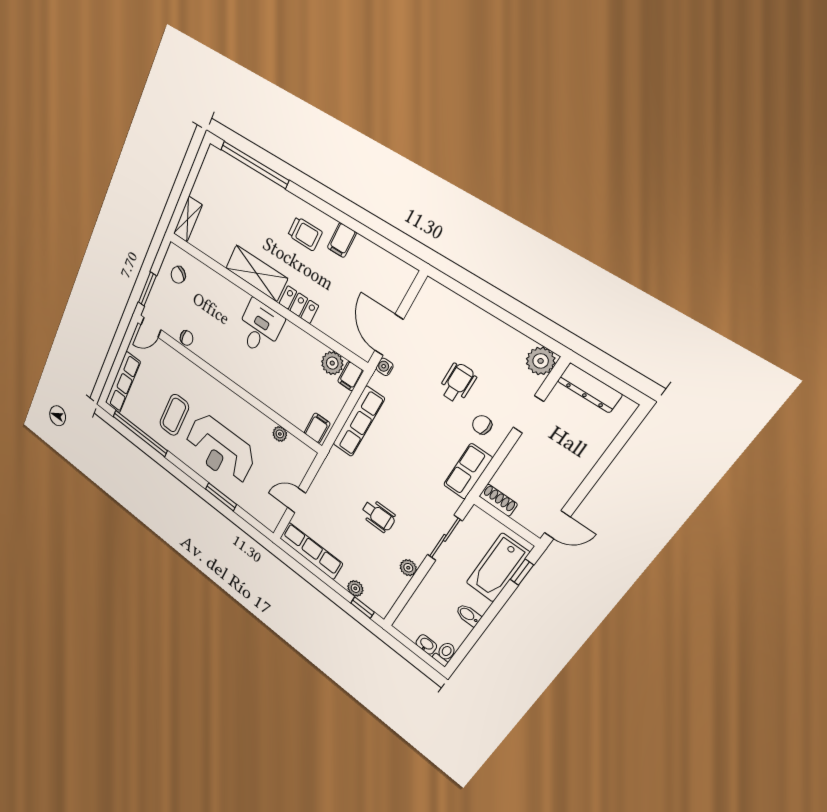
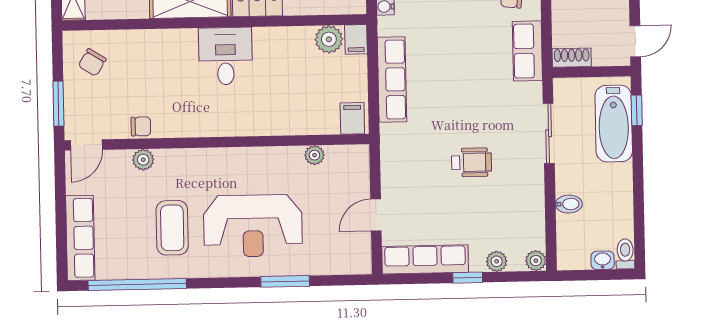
plant: (178, 360) -> (143, 160), added
plant: (408, 568) -> (536, 261), moved
window: (362, 608) -> (468, 278), moved
bidet: (468, 615) -> (569, 204), moved, turned 180

